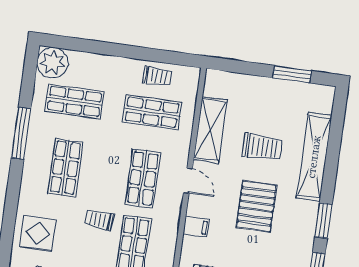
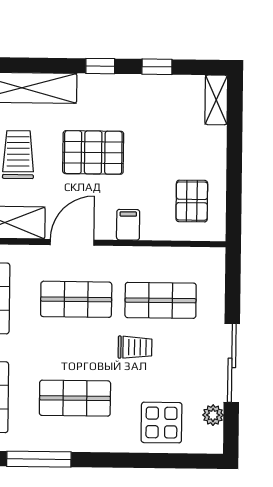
door: (188, 181) -> (72, 242), width x1.38
trolley: (99, 220) -> (135, 347), turned -95
window: (323, 220) -> (100, 66), width x0.67

